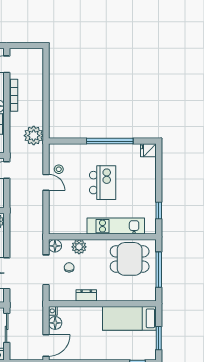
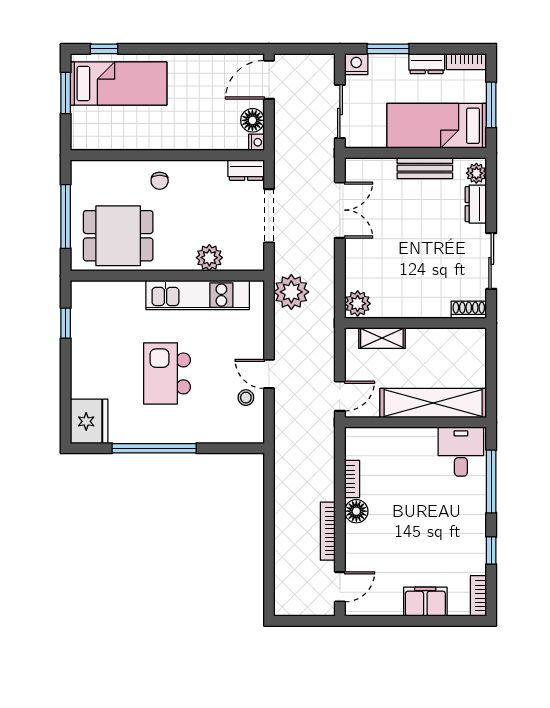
plant: (34, 136) -> (291, 292), moved
fridge: (148, 150) -> (89, 421), width x1.88, depth x1.34
kitchen unit: (116, 226) -> (198, 295), moved
floor lamp: (55, 246) -> (253, 259), removed
chair: (69, 267) -> (160, 181), moved
dresser: (86, 295) -> (246, 170), moved
bed: (129, 318) -> (119, 84), moved

